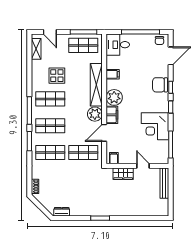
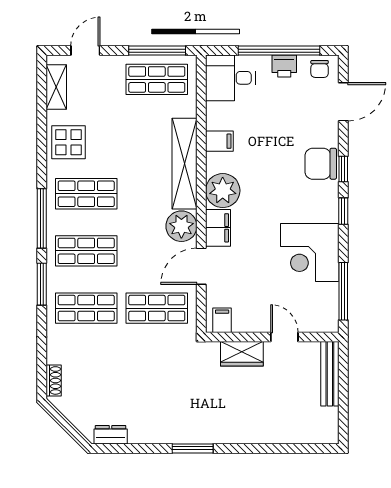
door: (50, 32) -> (85, 51), swing flipped
printer: (143, 39) -> (284, 66), added
display table: (57, 76) -> (68, 142), moved

